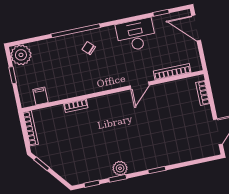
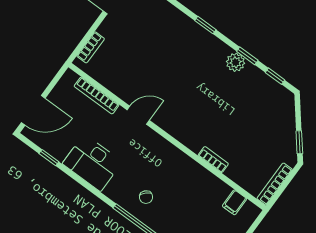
door: (196, 28) -> (33, 110), hinge flipped

